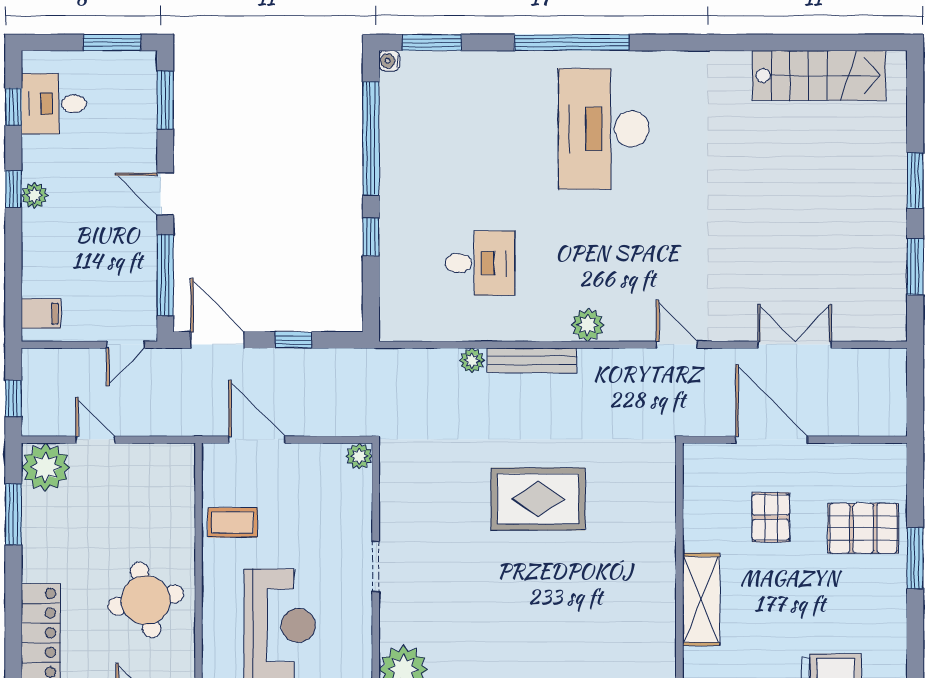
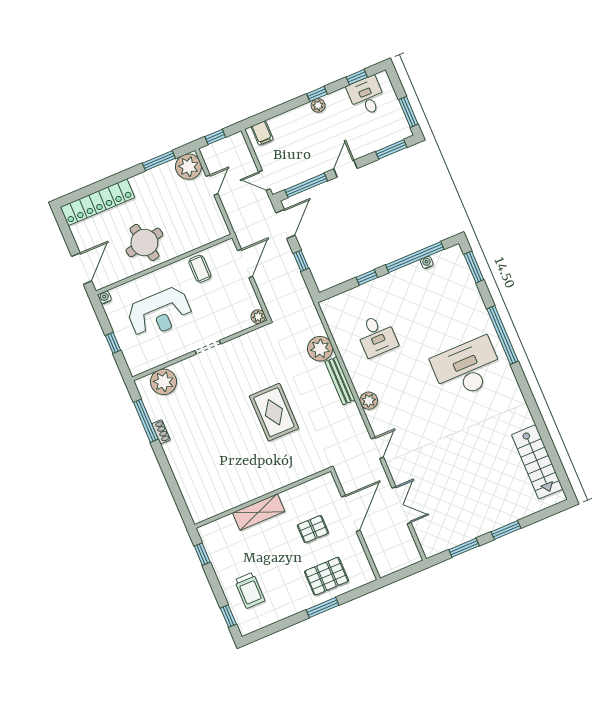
water cooler: (389, 61) -> (427, 263), moved
plant: (472, 360) -> (320, 349), width x1.87, depth x1.87
pallet: (863, 528) -> (326, 576), turned 90

